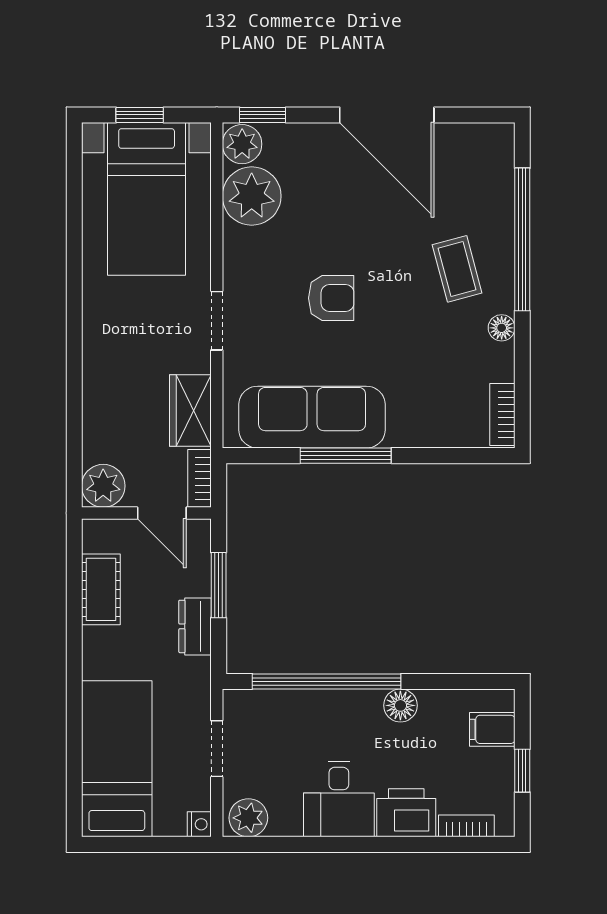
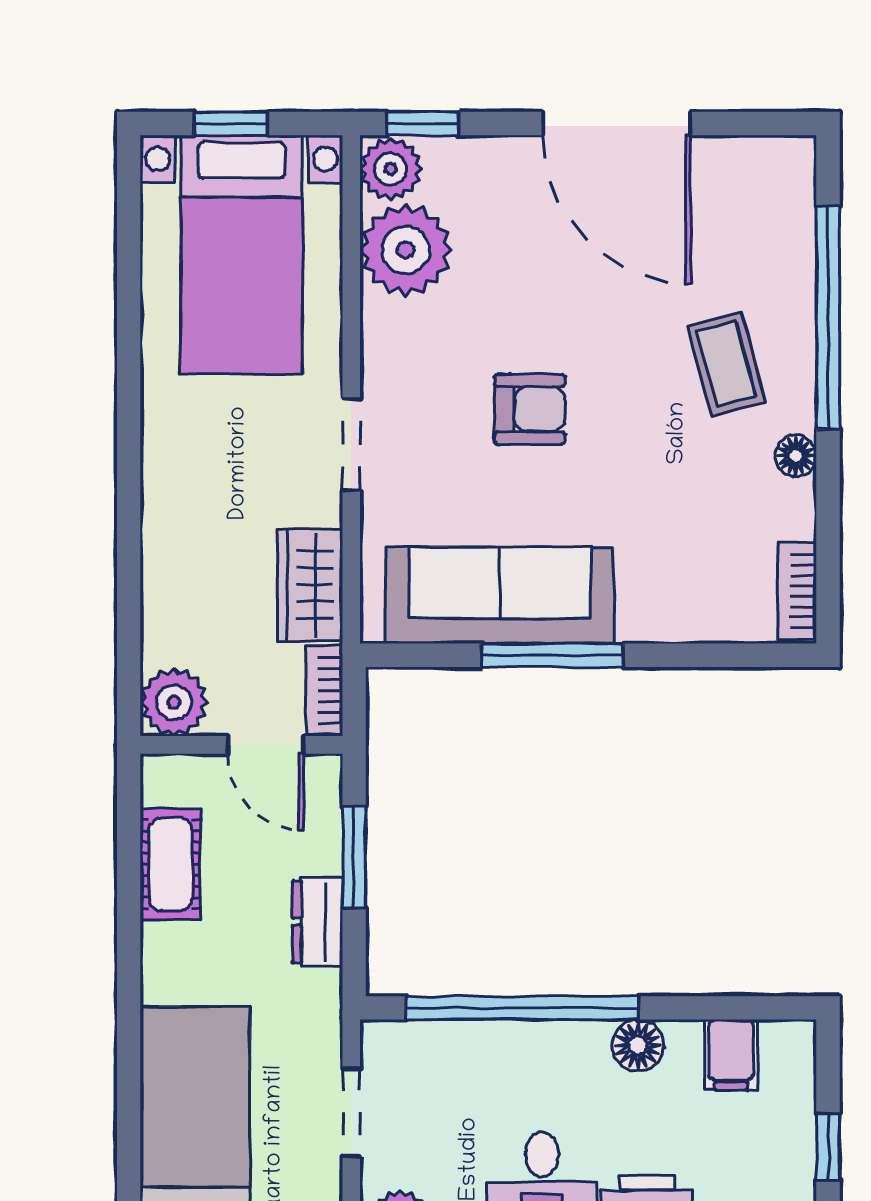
filing cabinet: (492, 729) -> (731, 1055), moved, turned -90

